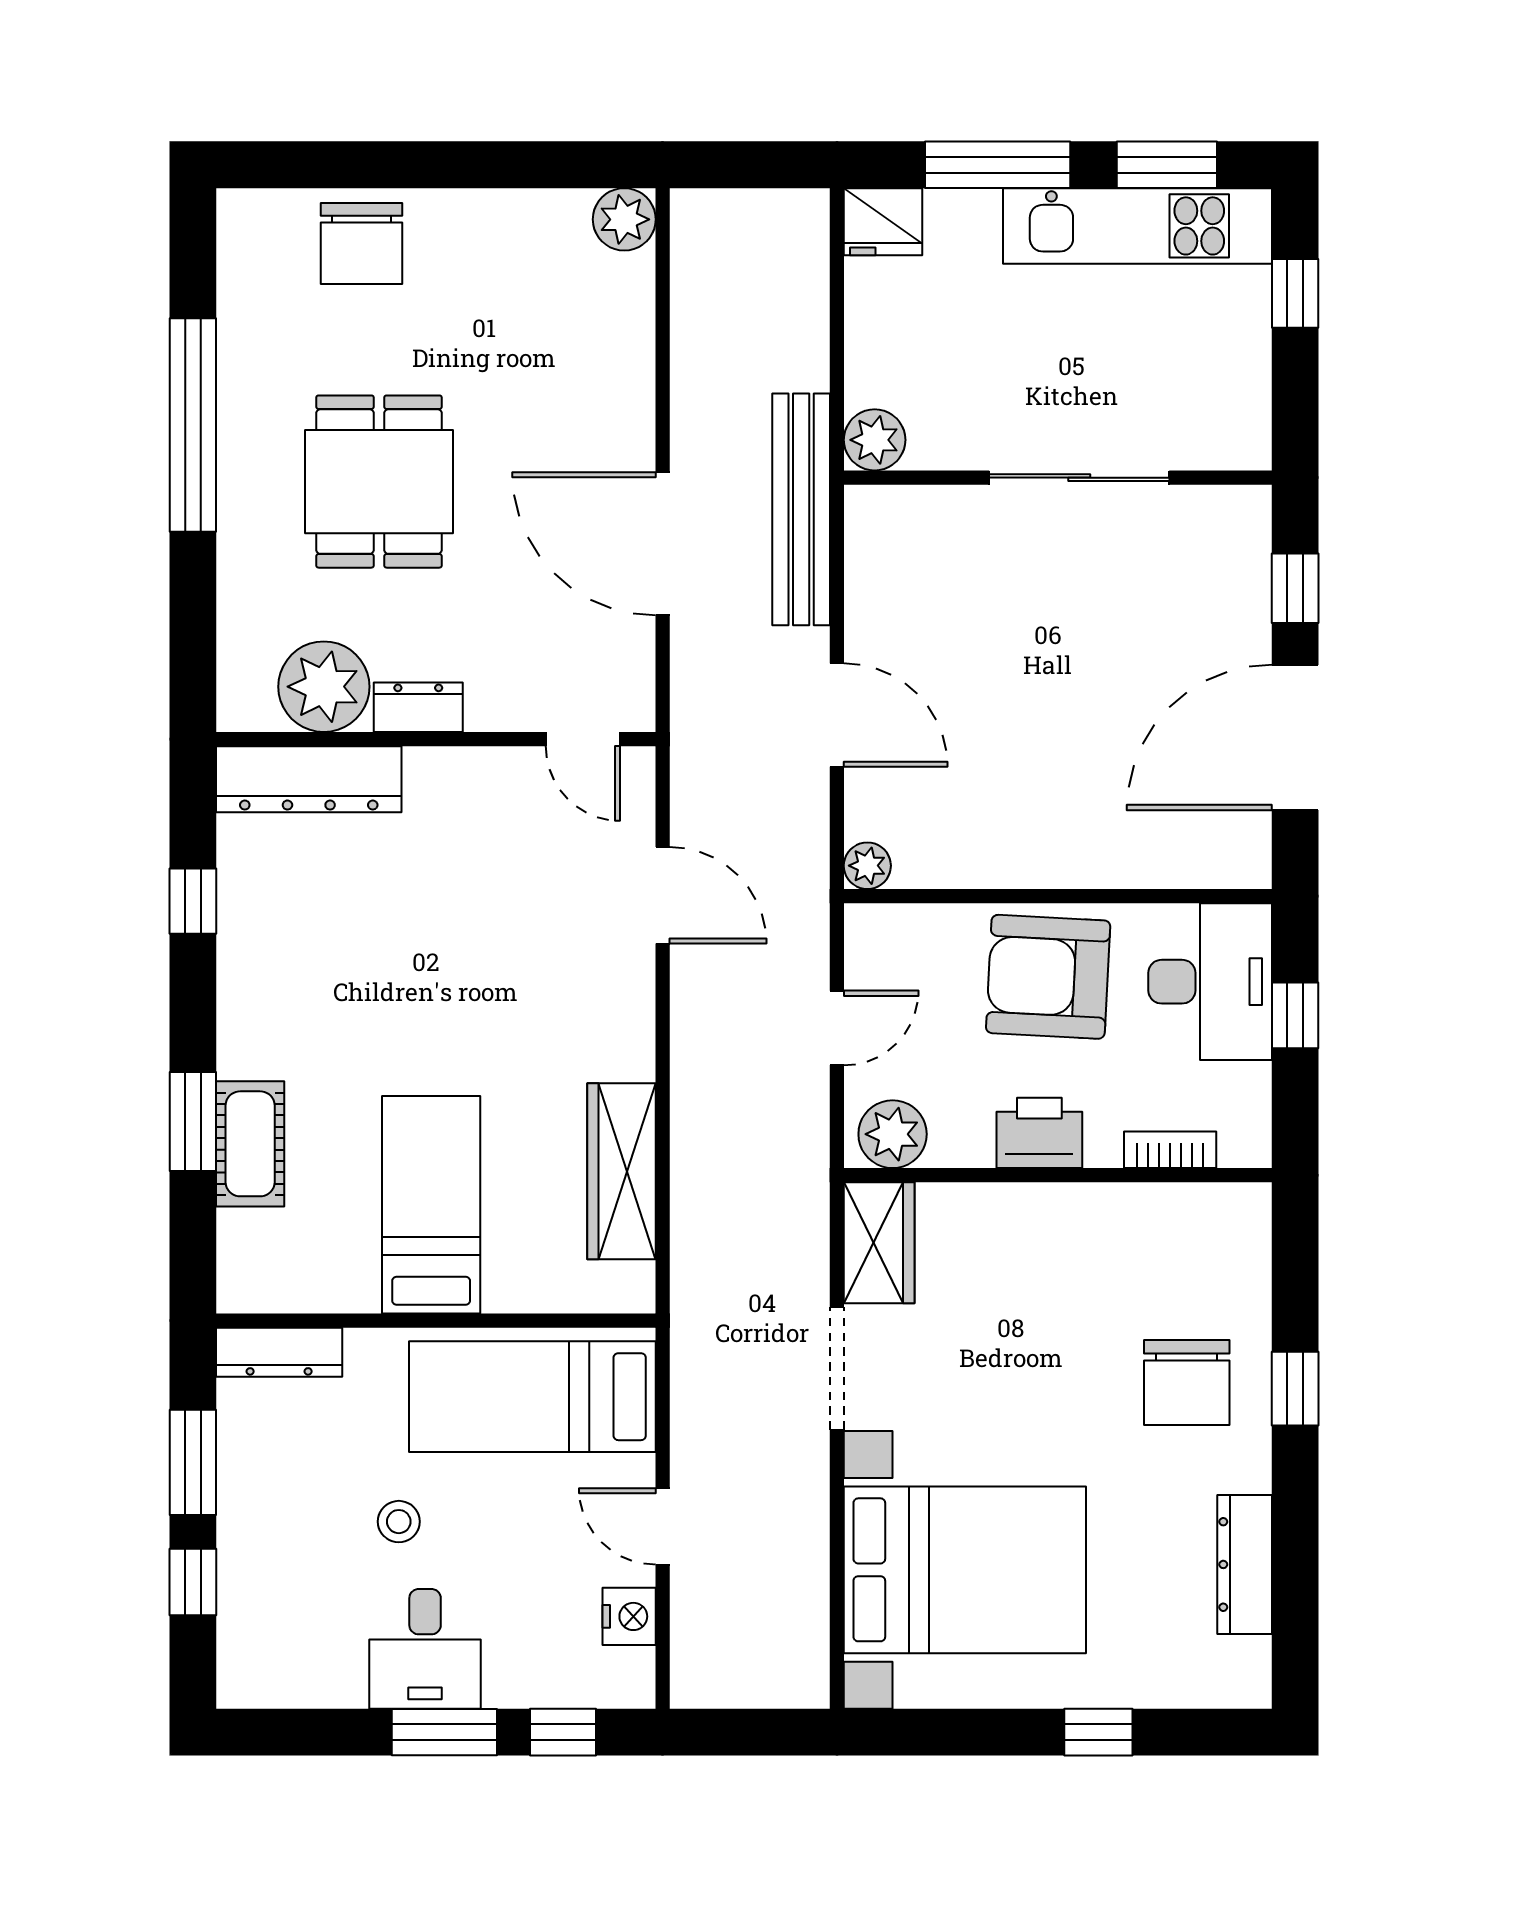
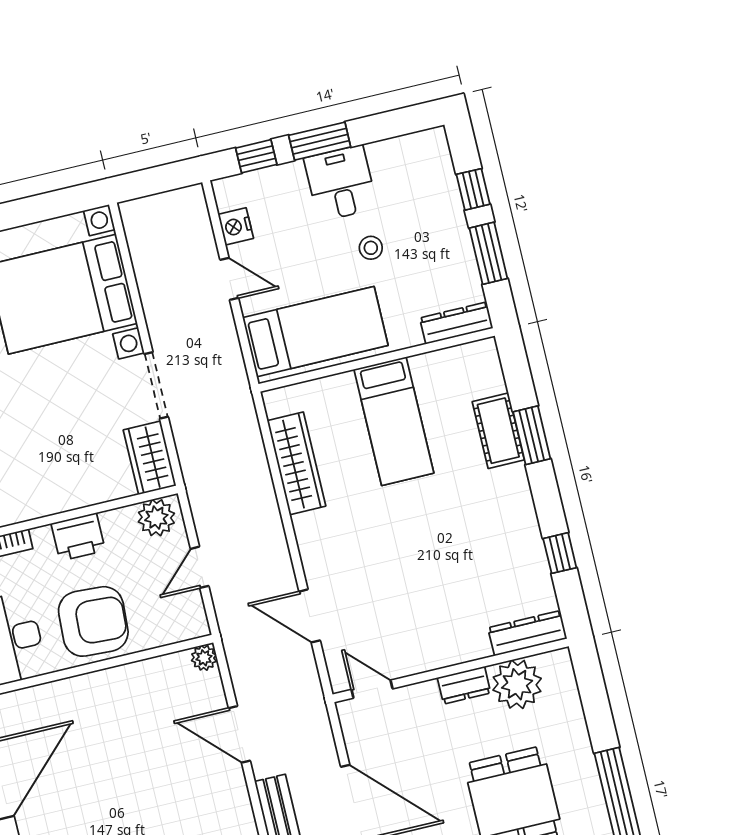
dresser: (309, 779) -> (527, 633), width x0.73, depth x0.80

